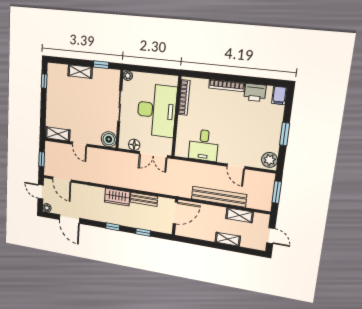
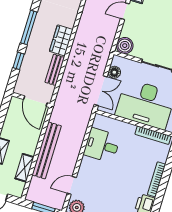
double door: (153, 155) -> (101, 91), swing flipped
door: (236, 166) -> (72, 185), moved
window: (113, 227) -> (29, 27), width x2.17

